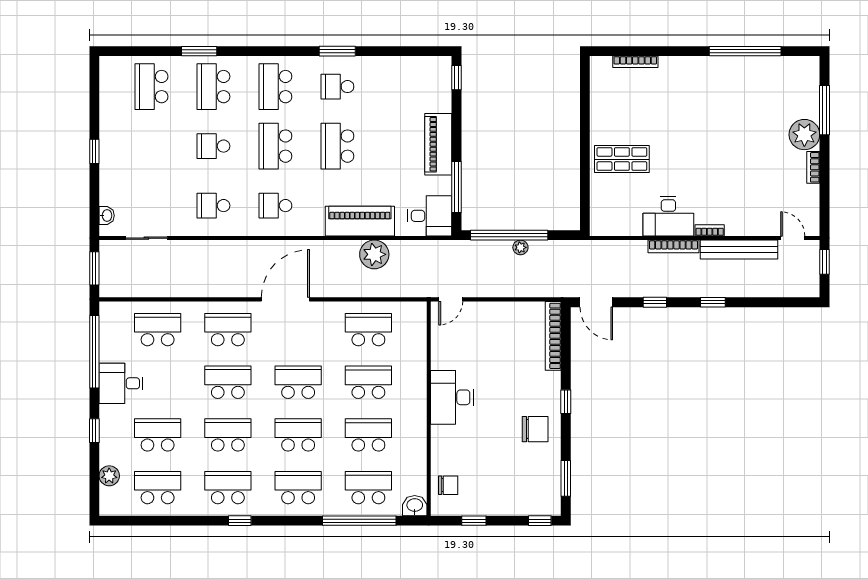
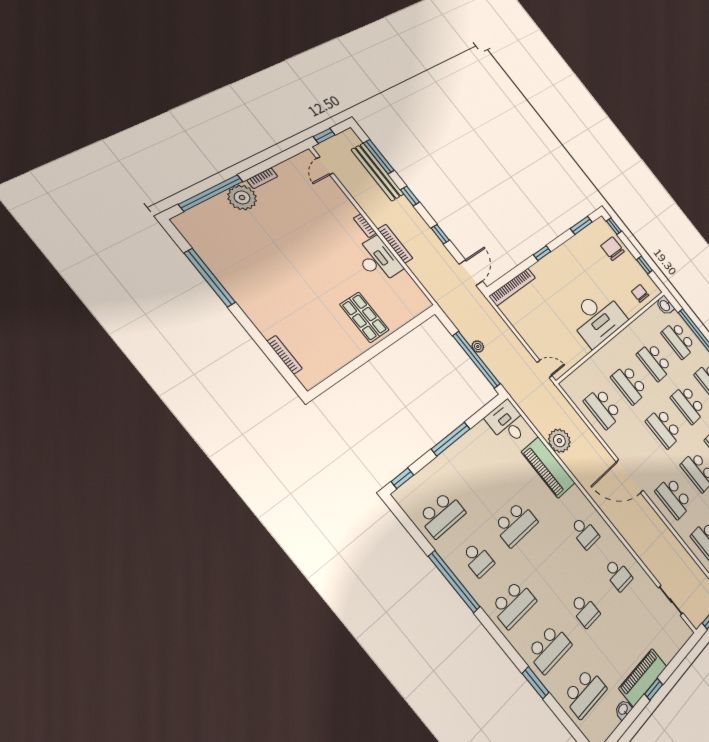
window: (337, 51) -> (454, 582), width x2.11
window: (824, 110) -> (211, 193), width x1.46
piano: (438, 144) -> (643, 677), moved, turned 180
school desk: (275, 146) -> (442, 515), moved
window: (457, 187) -> (451, 439), moved
washbasin: (107, 216) -> (623, 709), moved
bench: (739, 250) -> (378, 172), moved
window: (772, 302) -> (379, 157), added
desk: (452, 397) -> (598, 318), width x1.36, depth x1.30
chair: (535, 429) -> (613, 249), moved

